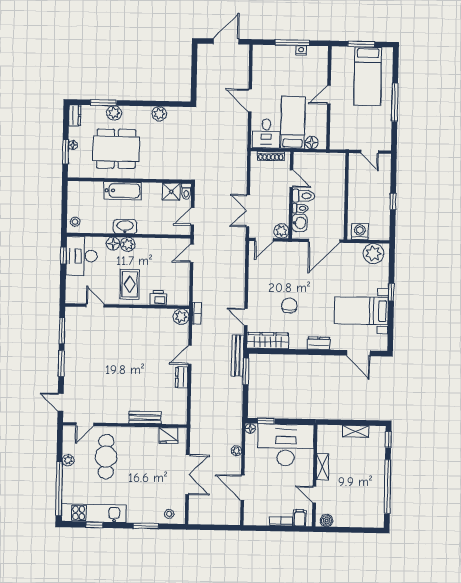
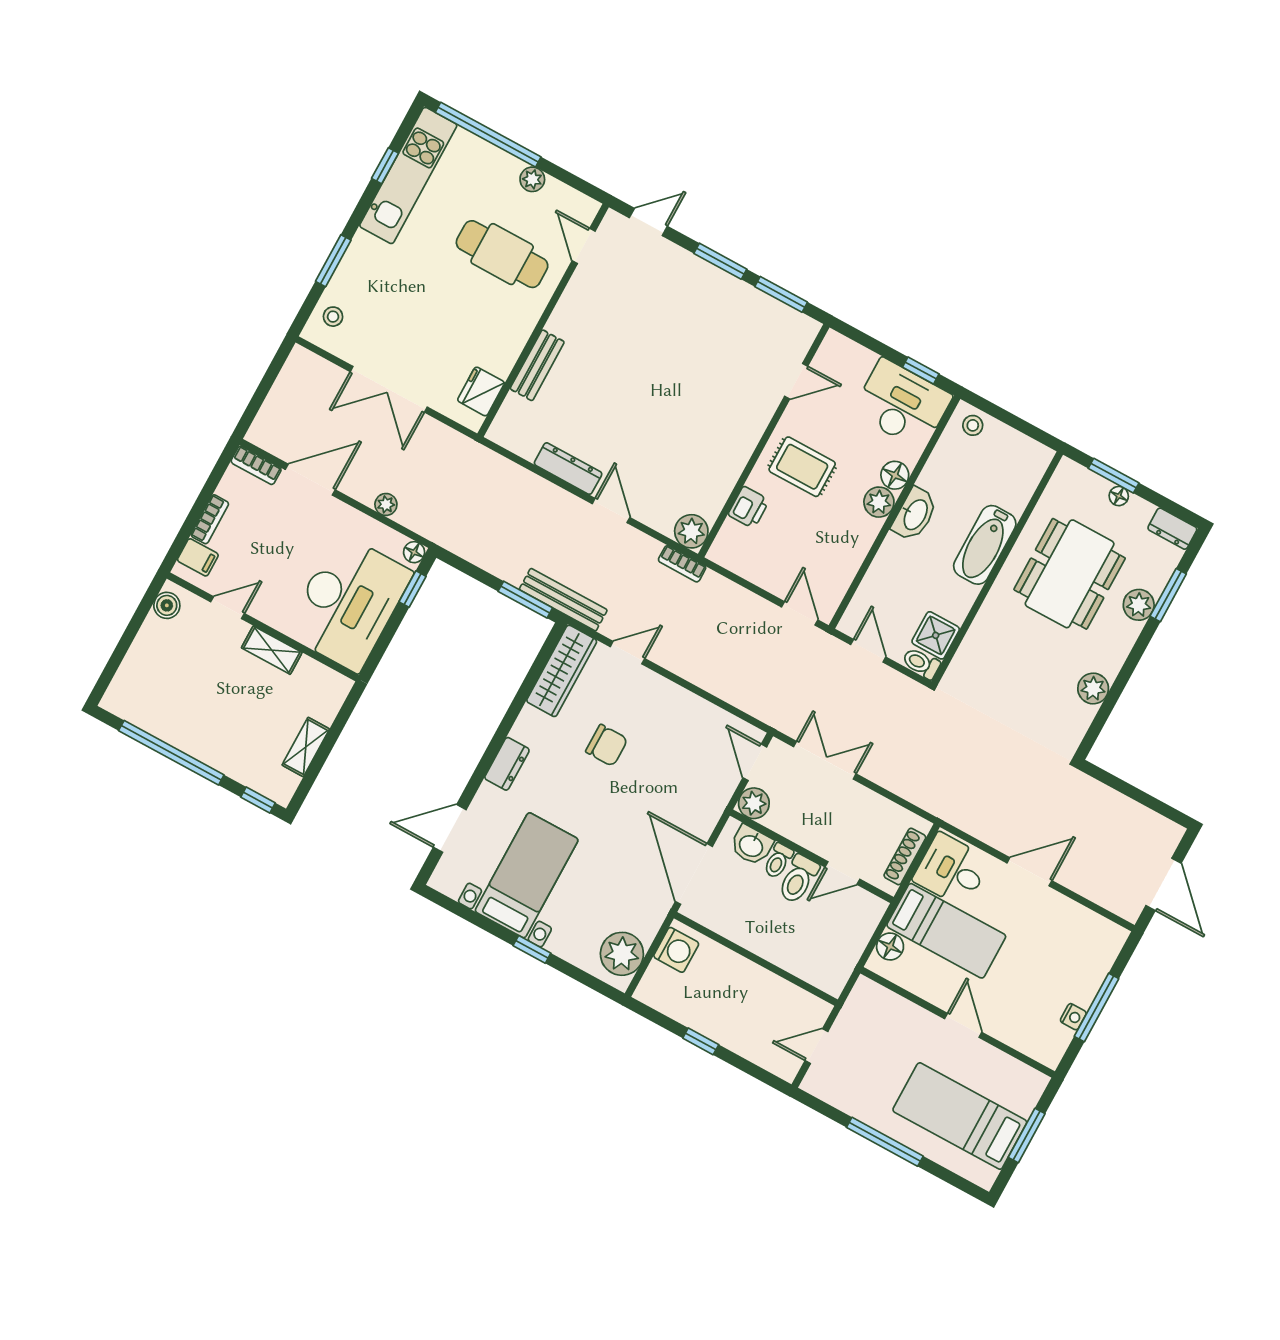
dresser: (182, 377) -> (568, 469), width x1.44
bookcase: (248, 514) -> (256, 465), added

